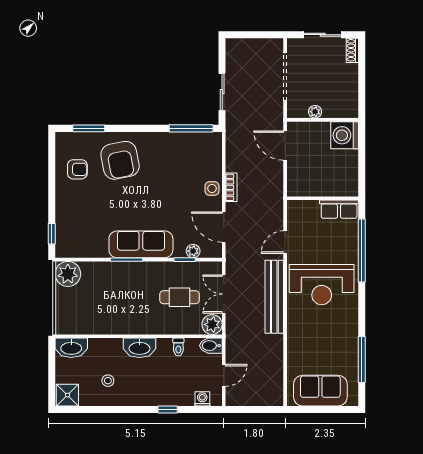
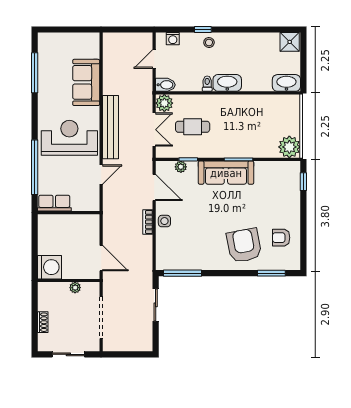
shoe rack: (352, 50) -> (43, 322), moved
toilet: (178, 347) -> (207, 84), moved
stool: (108, 381) -> (209, 42), moved
sofa: (320, 391) -> (86, 82), moved, turned 90

